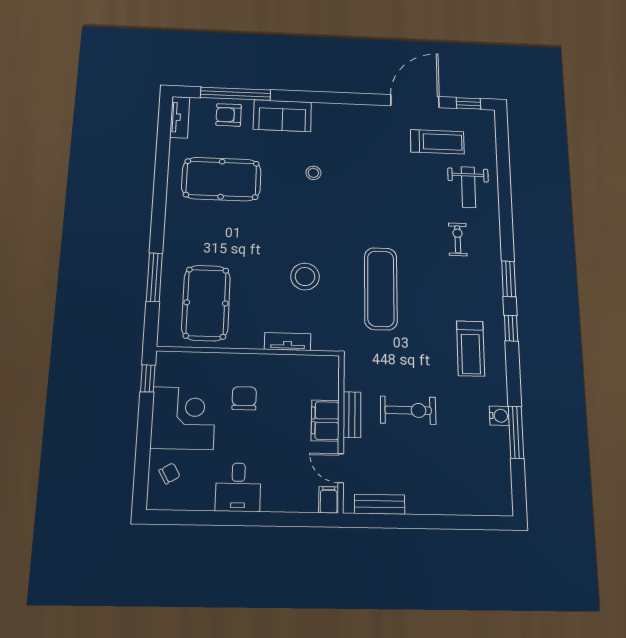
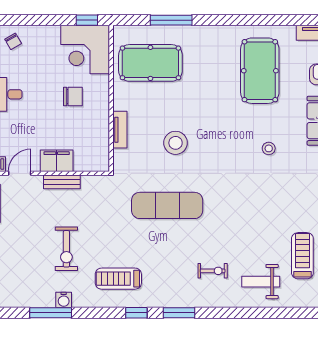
treadmill: (437, 142) -> (302, 256), turned 180
exercise bike: (408, 410) -> (66, 249), moved
corner desk: (183, 418) -> (85, 50), moved, turned 90

